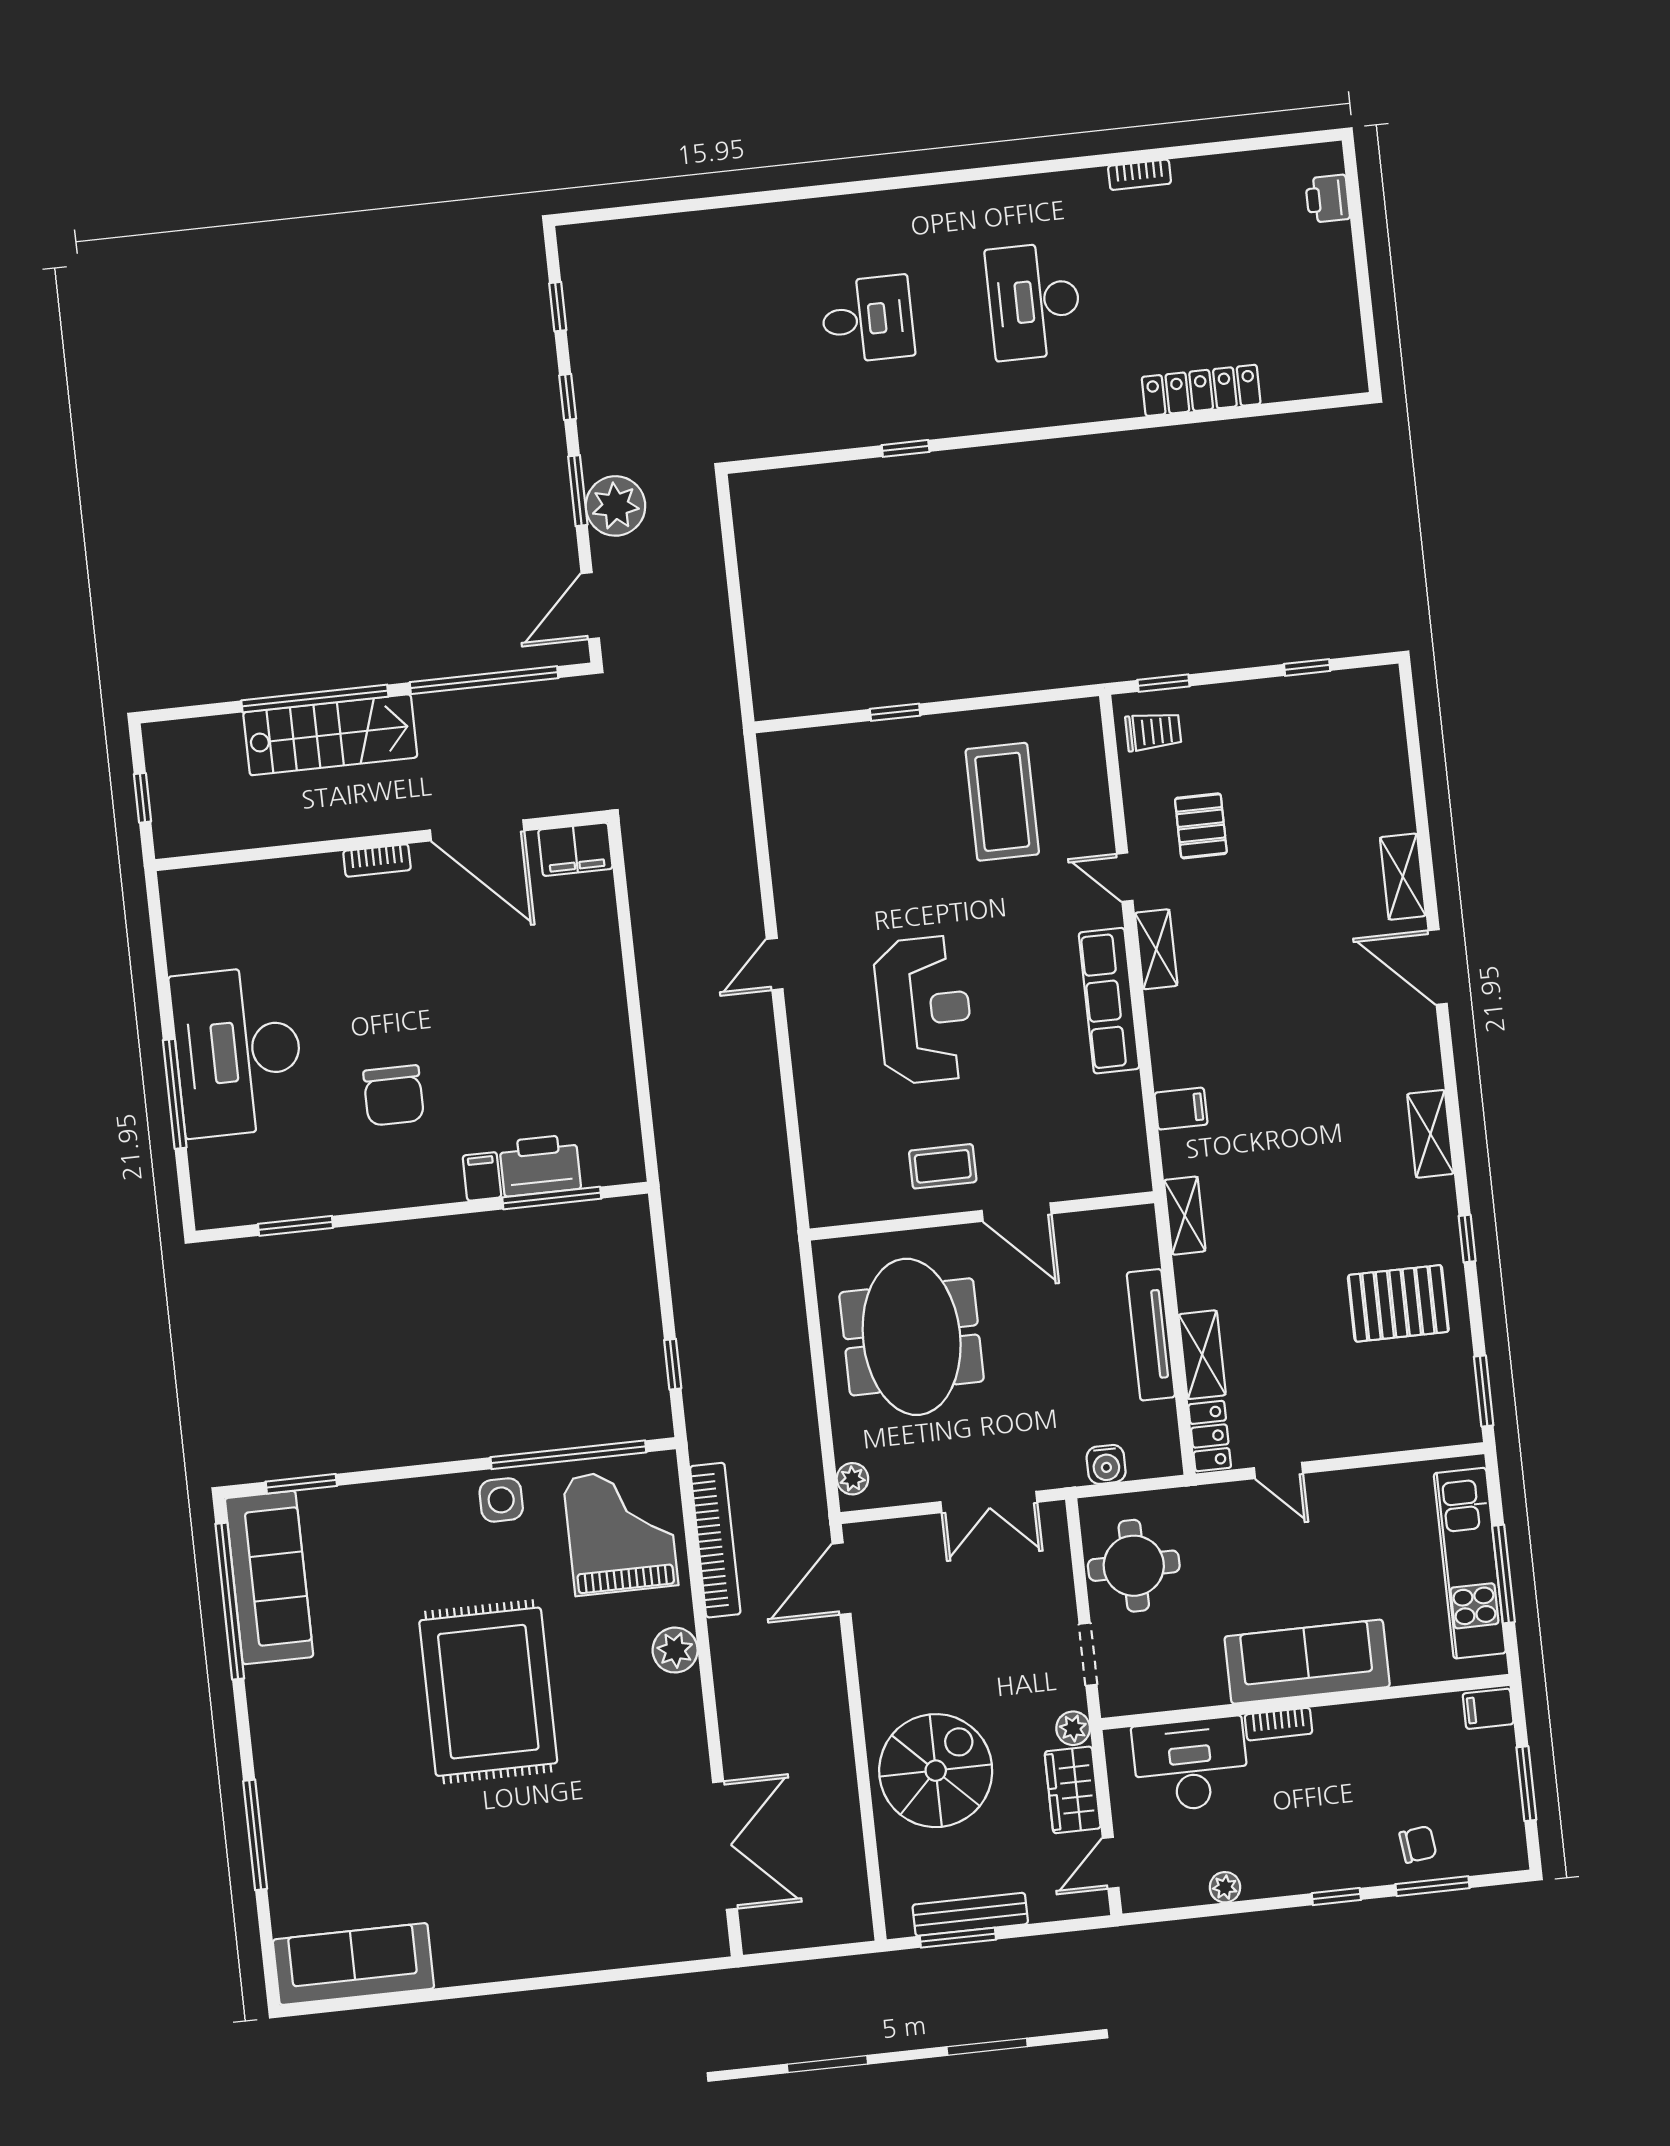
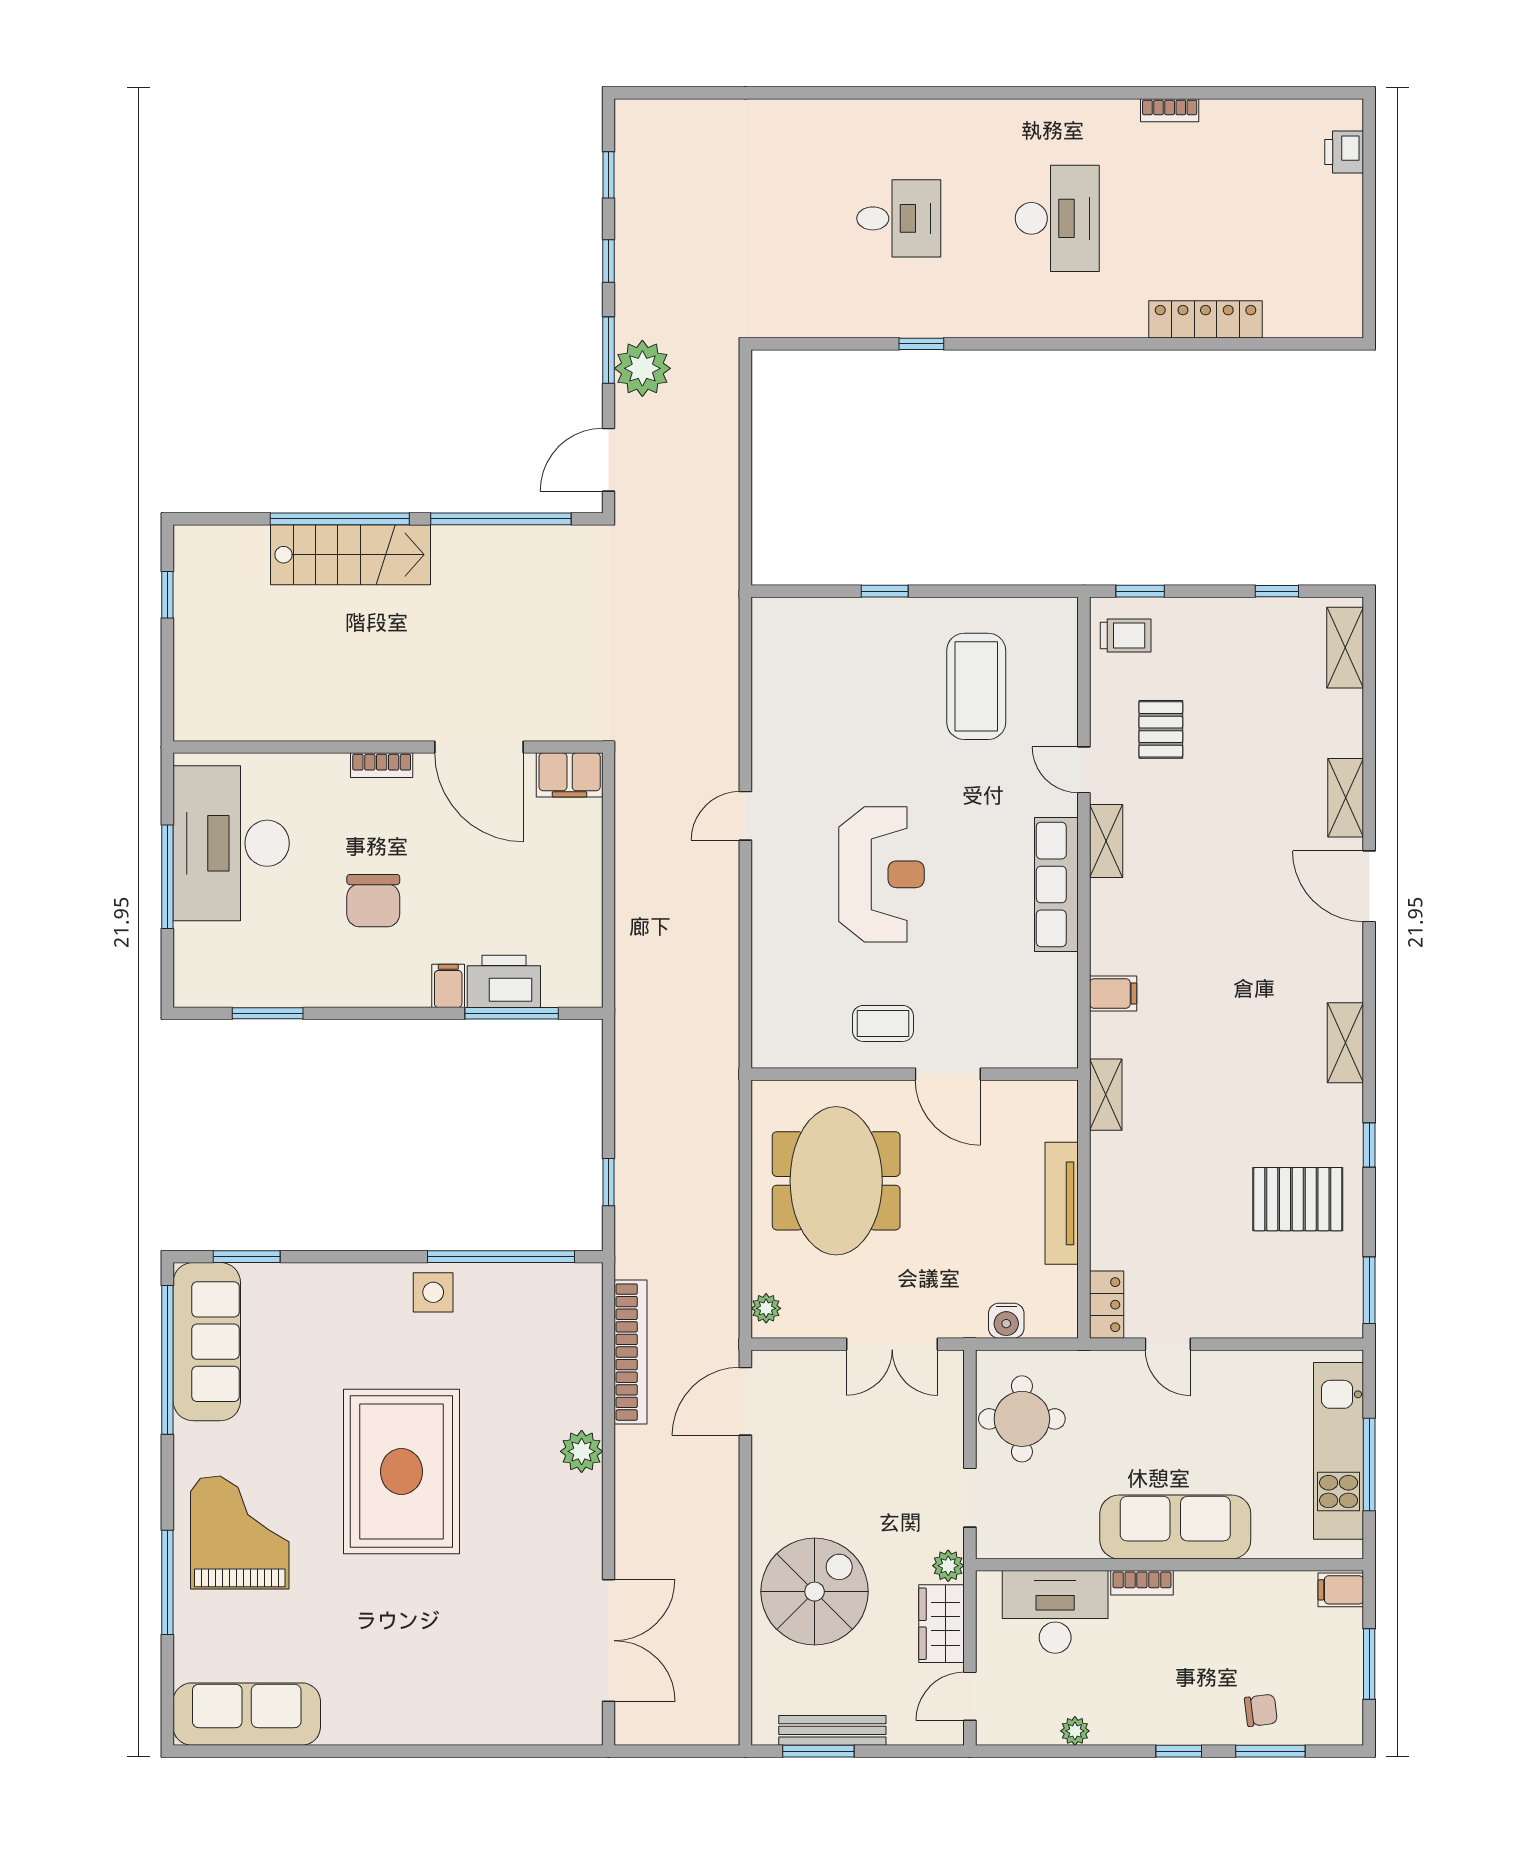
desk: (1034, 301) -> (1057, 218), turned 180
door: (477, 830) -> (479, 747), moved
wall: (381, 841) -> (388, 747), moved
filing cabinet: (575, 849) -> (570, 775), moved
bookcase: (377, 860) -> (382, 765), moved
shelving: (1202, 1355) -> (1345, 648), moved
grand piano: (621, 1531) -> (240, 1532), moved

